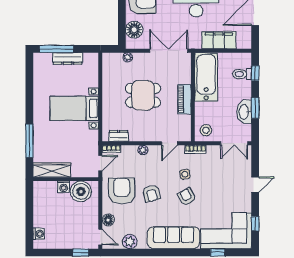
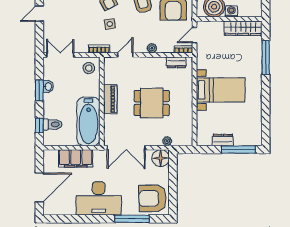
floor lamp: (134, 30) -> (161, 158), moved
dresser: (68, 58) -> (223, 140), width x0.70
washbasin: (244, 112) -> (48, 87), width x0.52, depth x0.69

